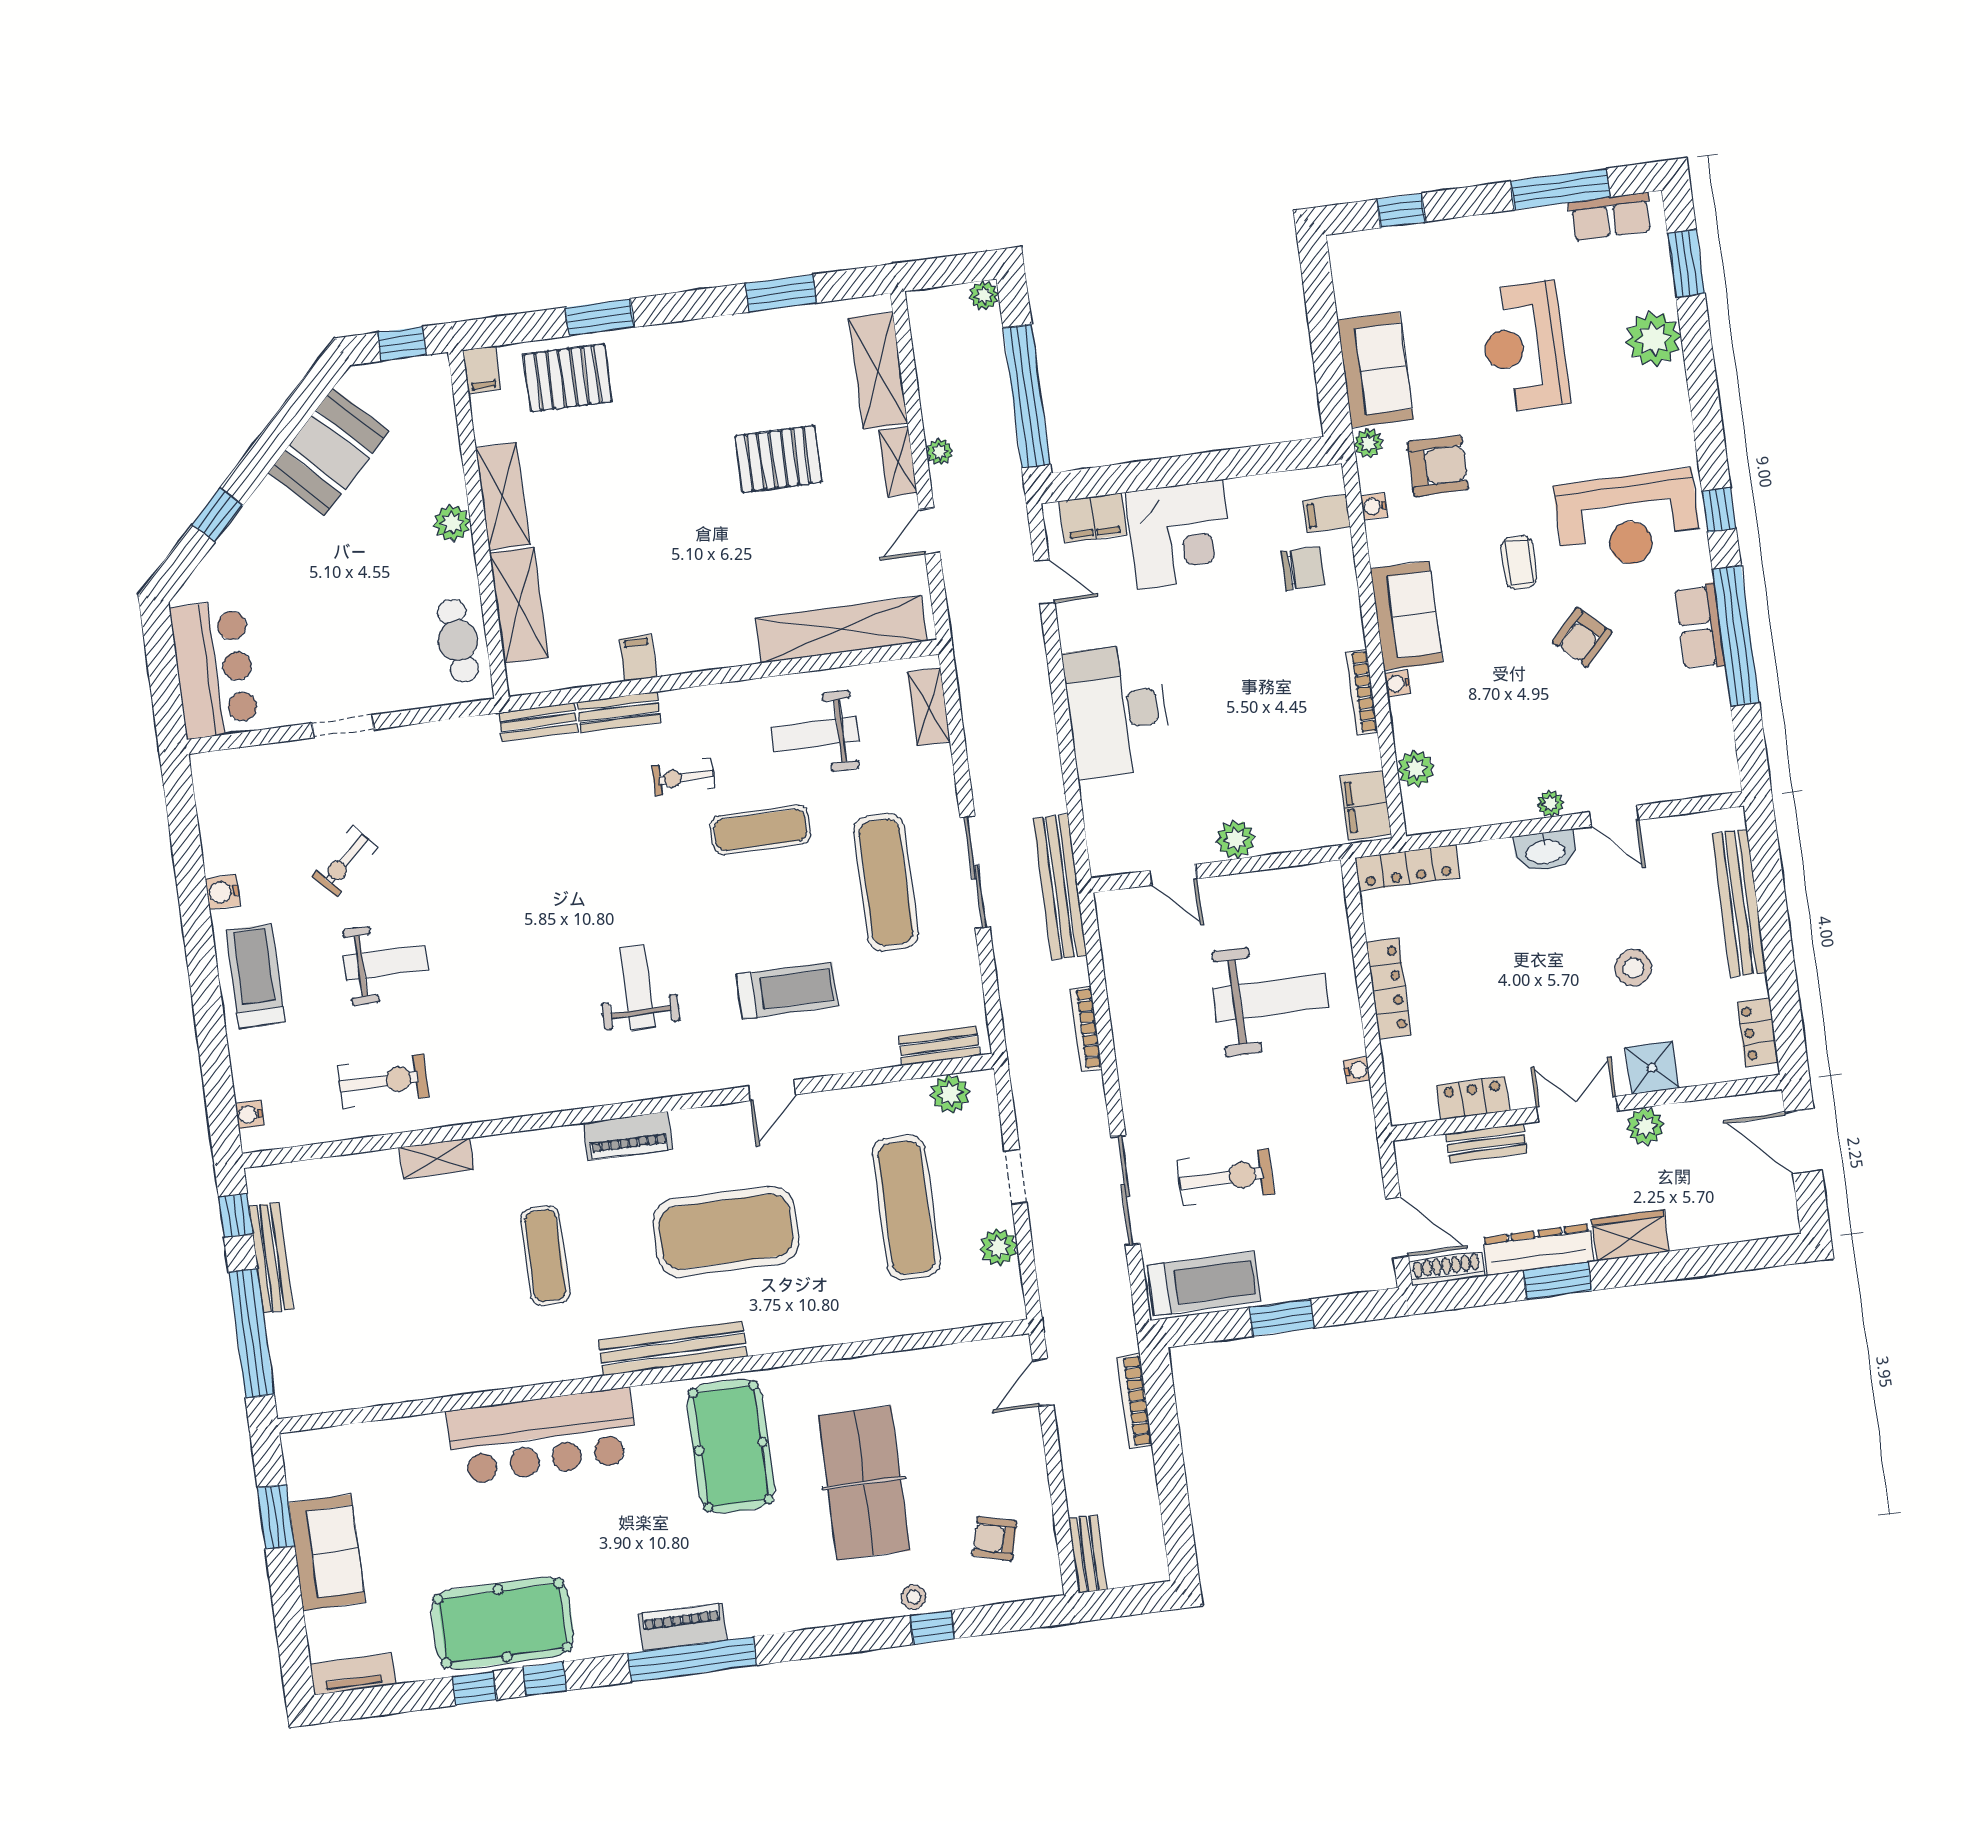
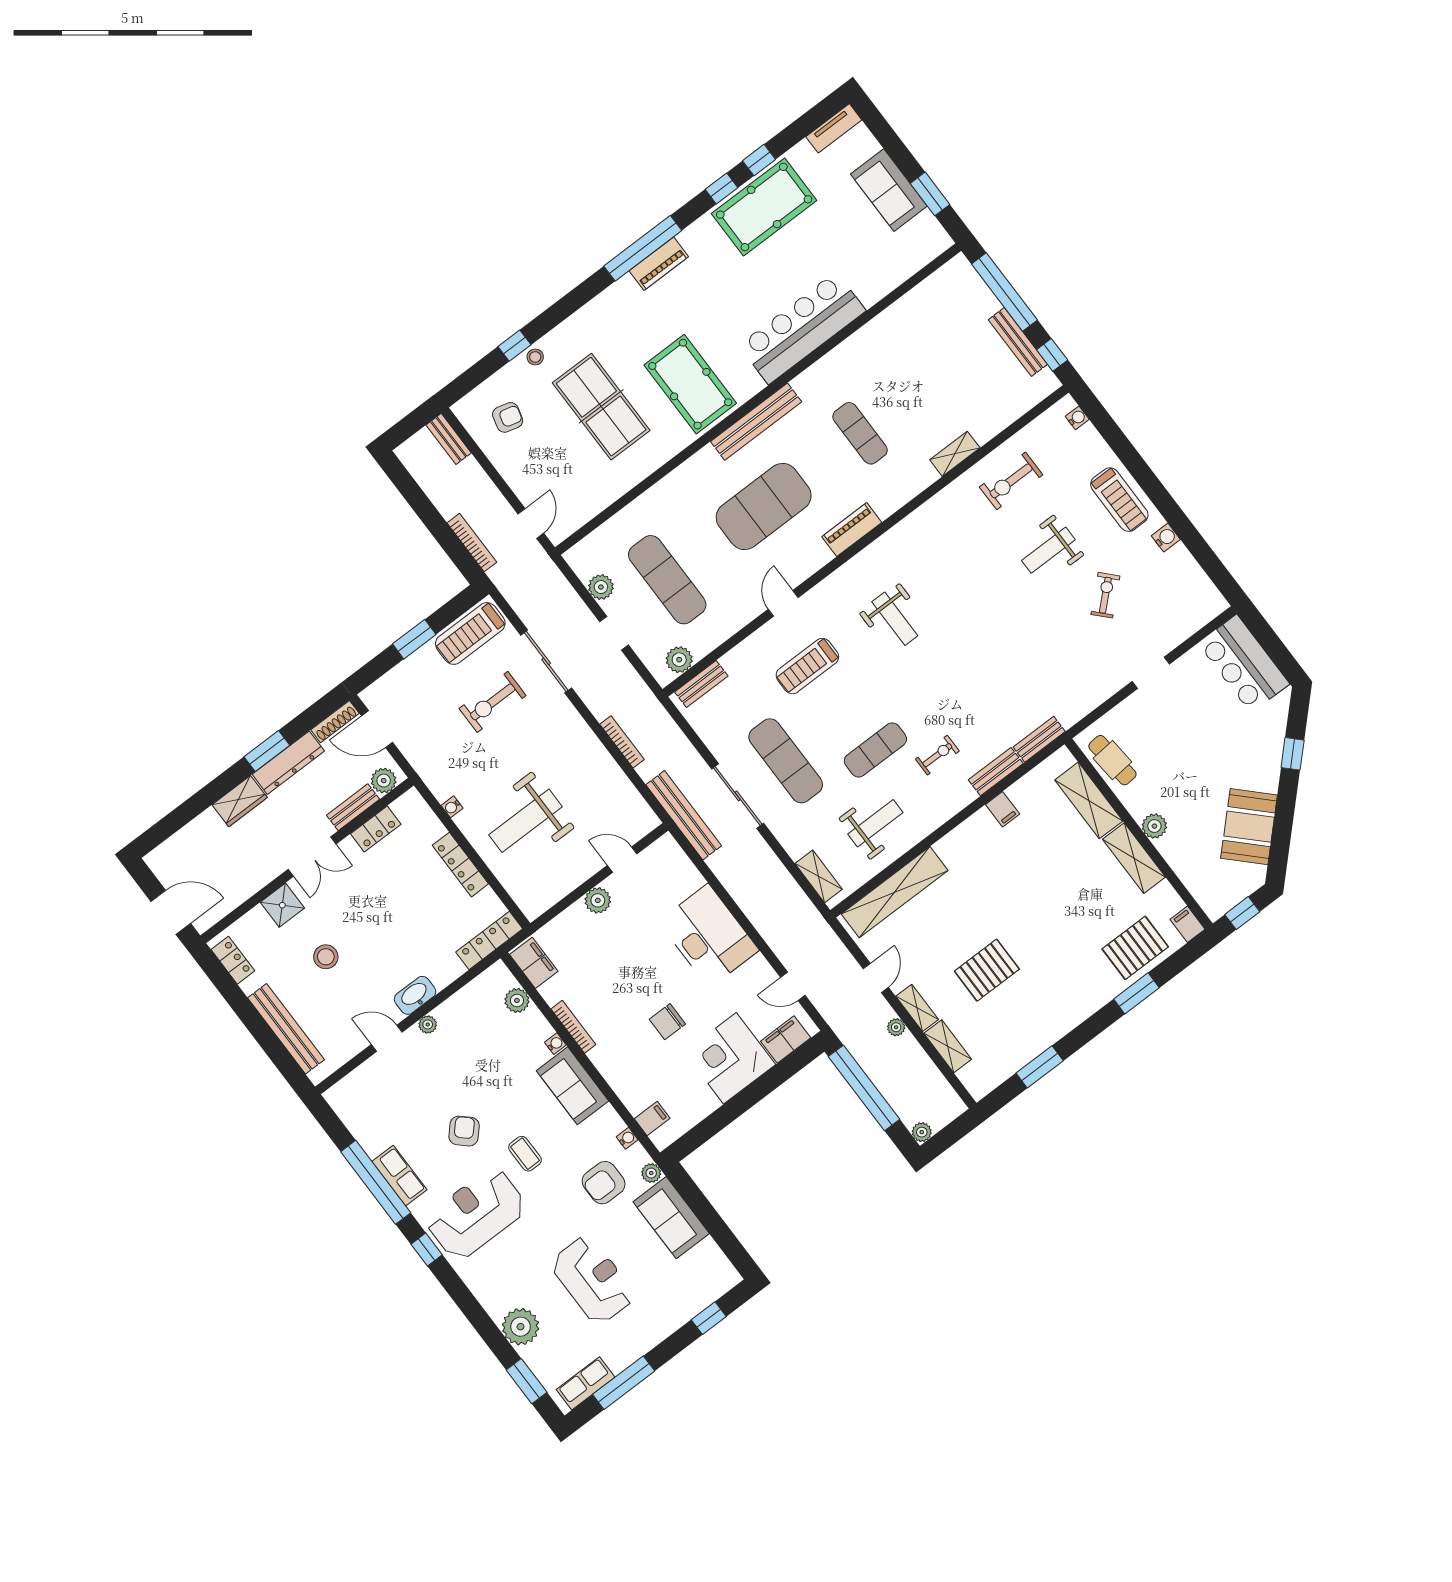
shelving: (878, 371) -> (948, 1046), width x0.67, depth x0.75
chair: (1303, 568) -> (667, 1022), moved
plant: (1645, 1126) -> (384, 781), moved

